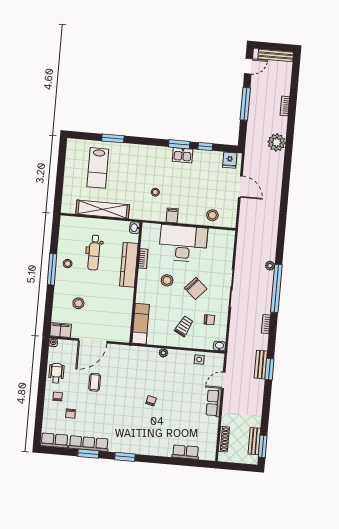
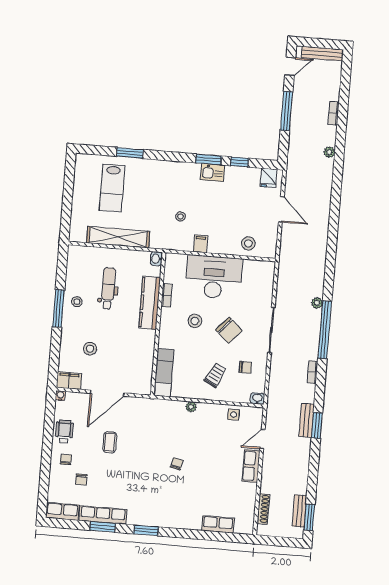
plant: (277, 142) -> (329, 152), width x0.53, depth x0.53
dental chair: (94, 253) -> (108, 288), turned 180

